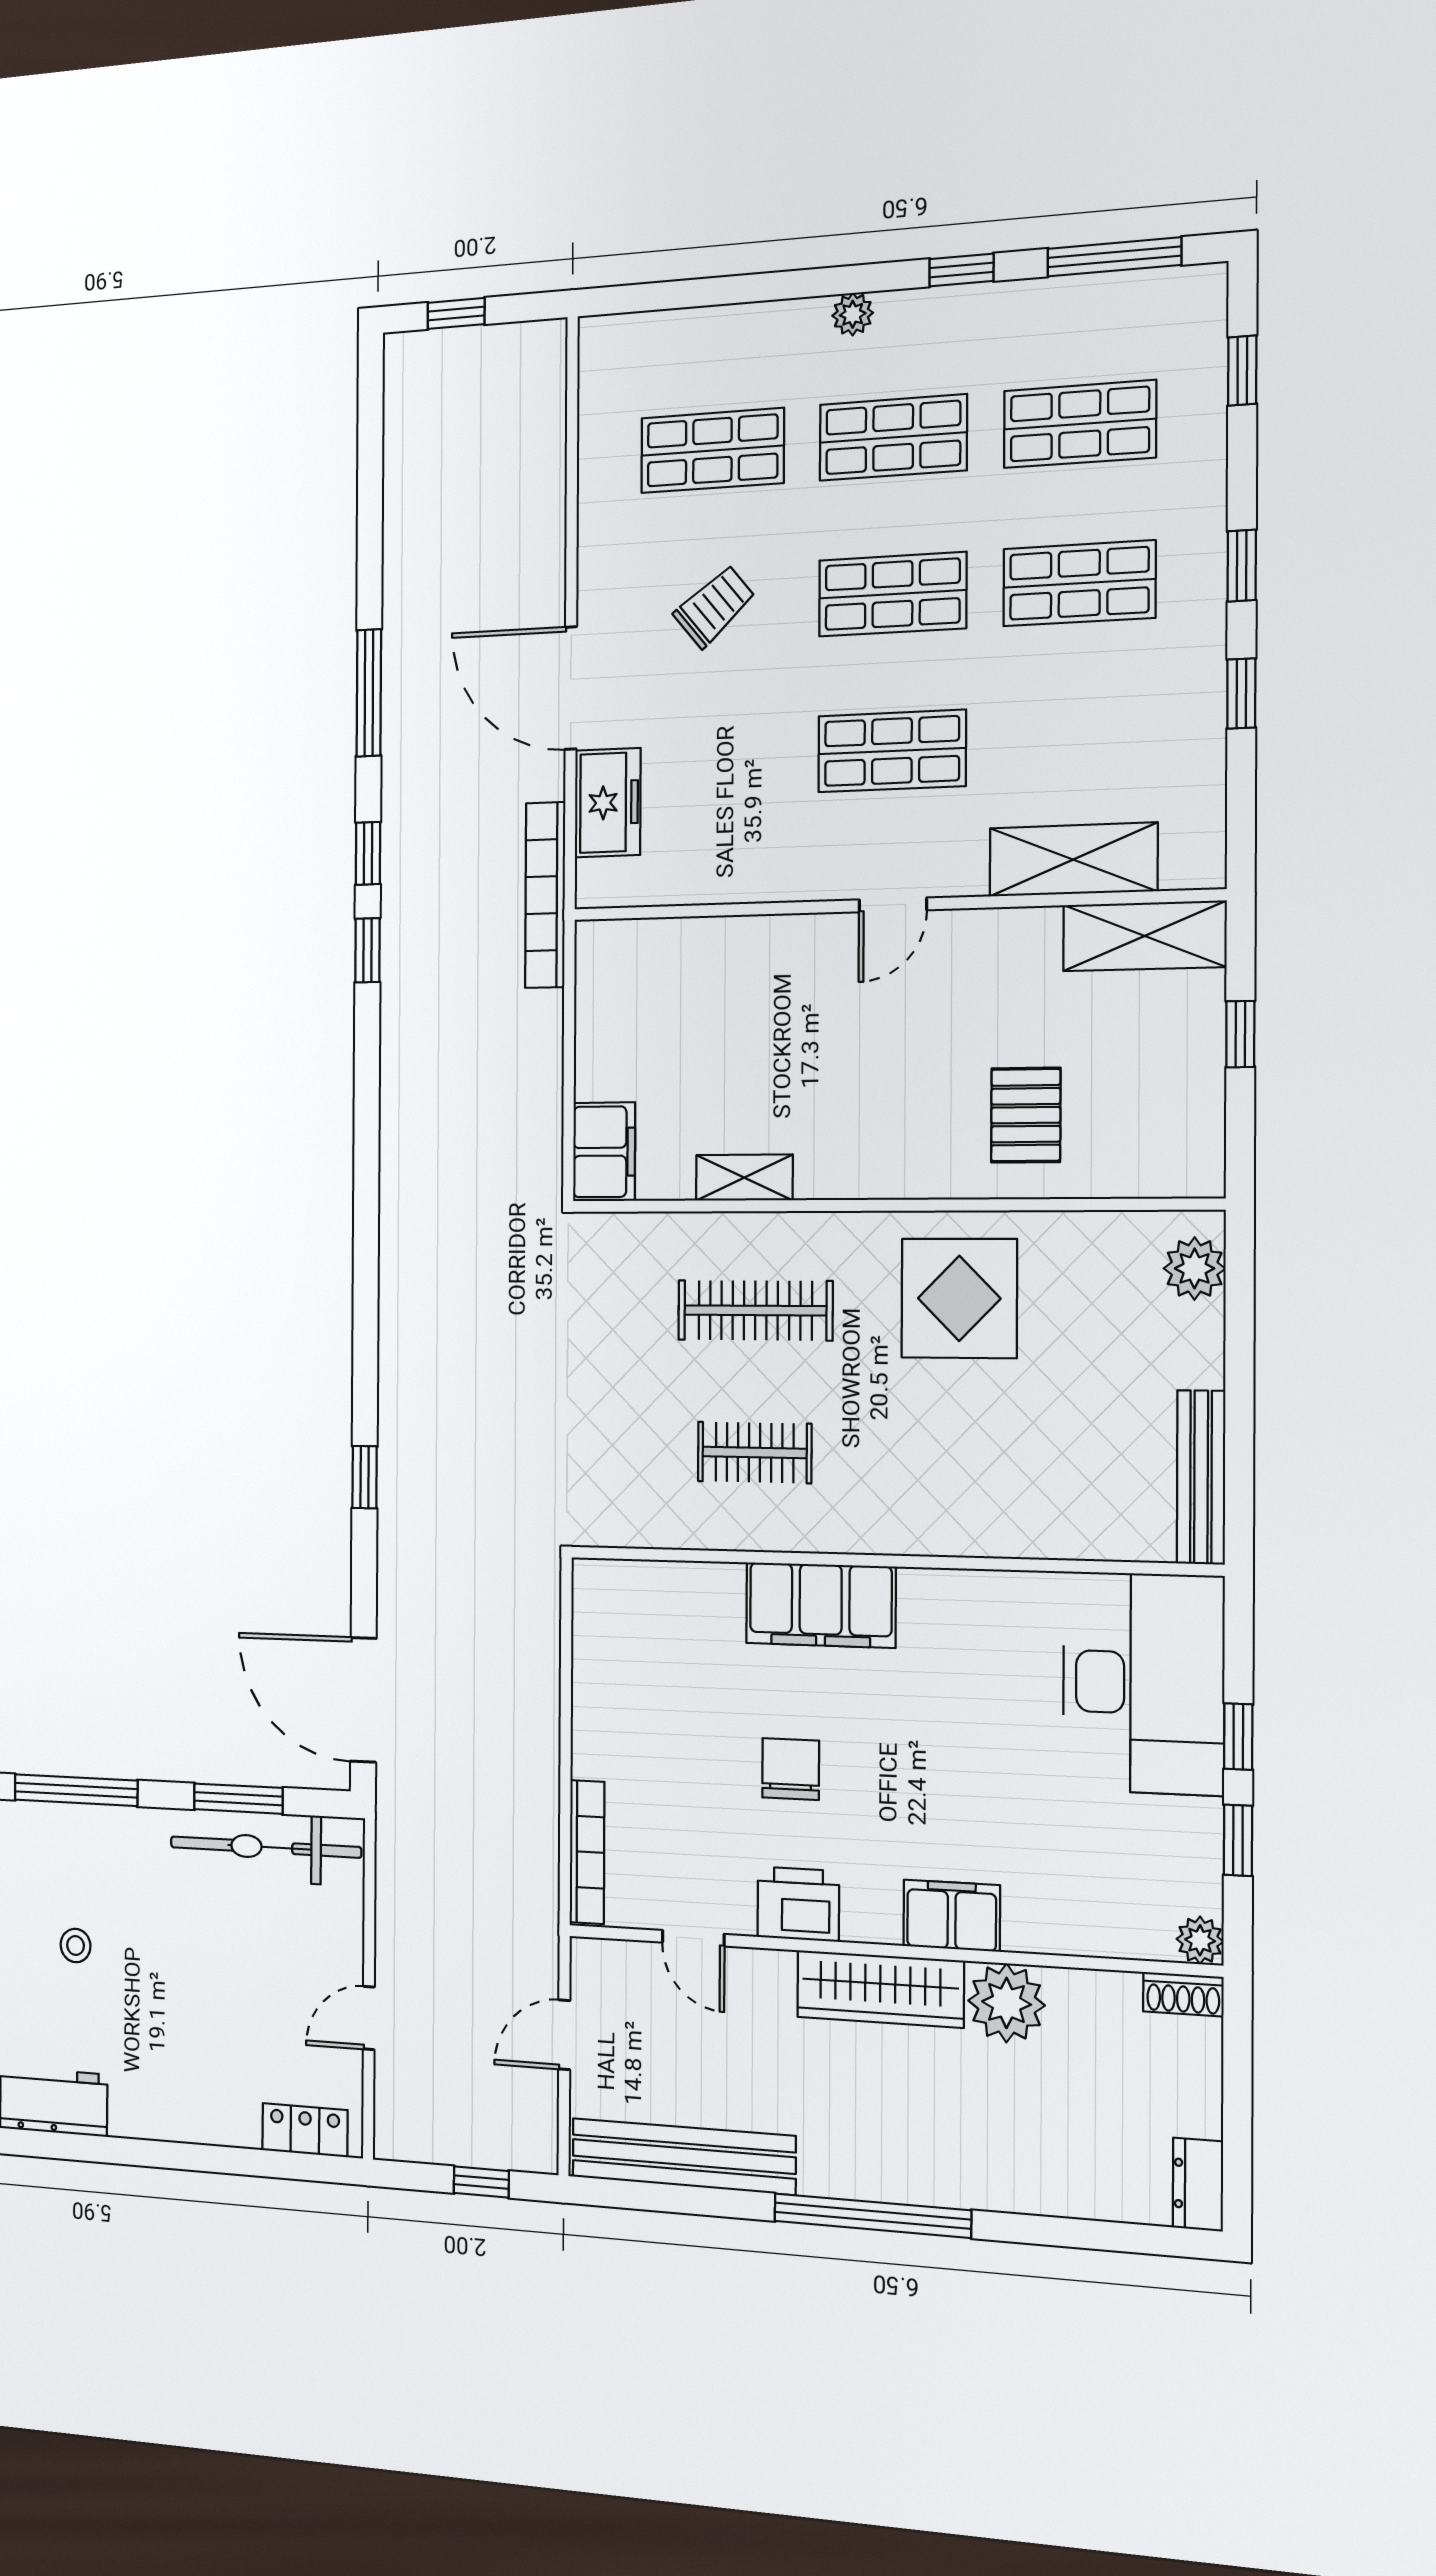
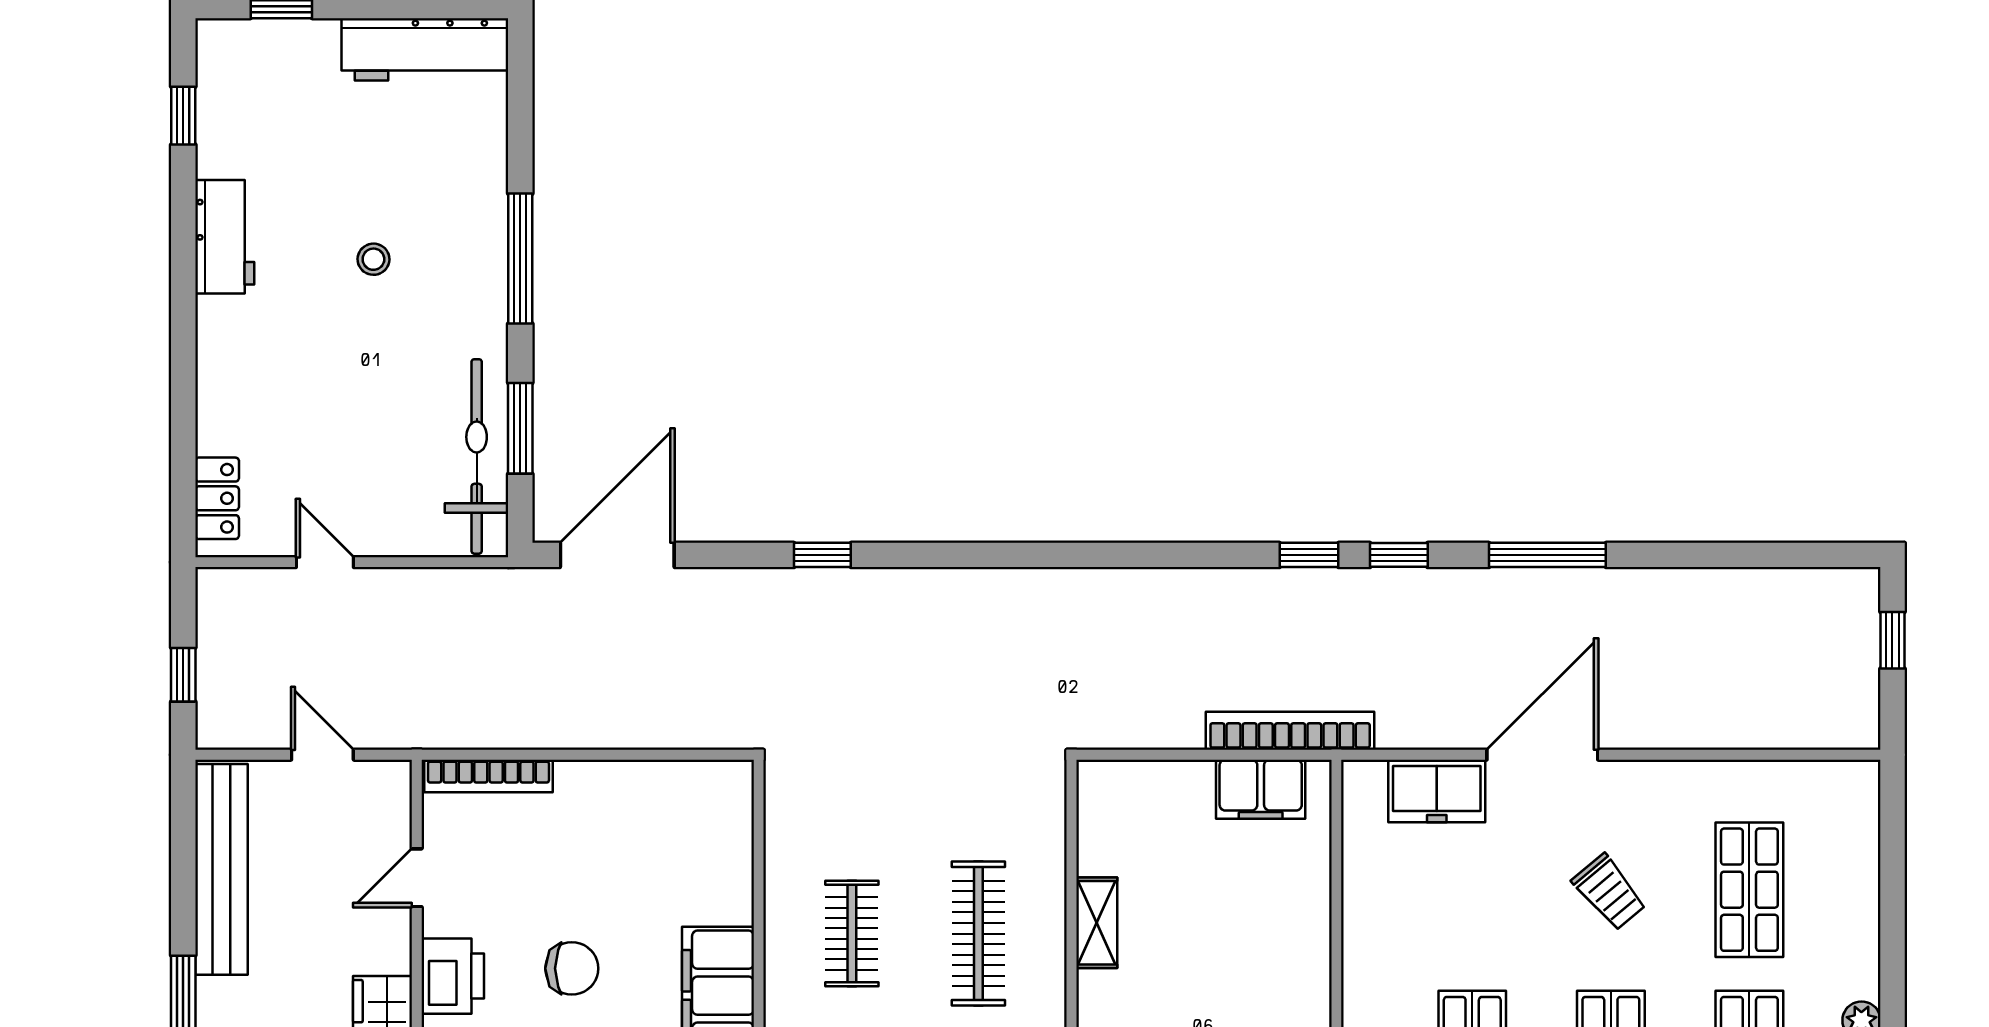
bookcase: (545, 895) -> (1290, 731), moved
filing cabinet: (604, 1152) -> (1261, 789), moved

